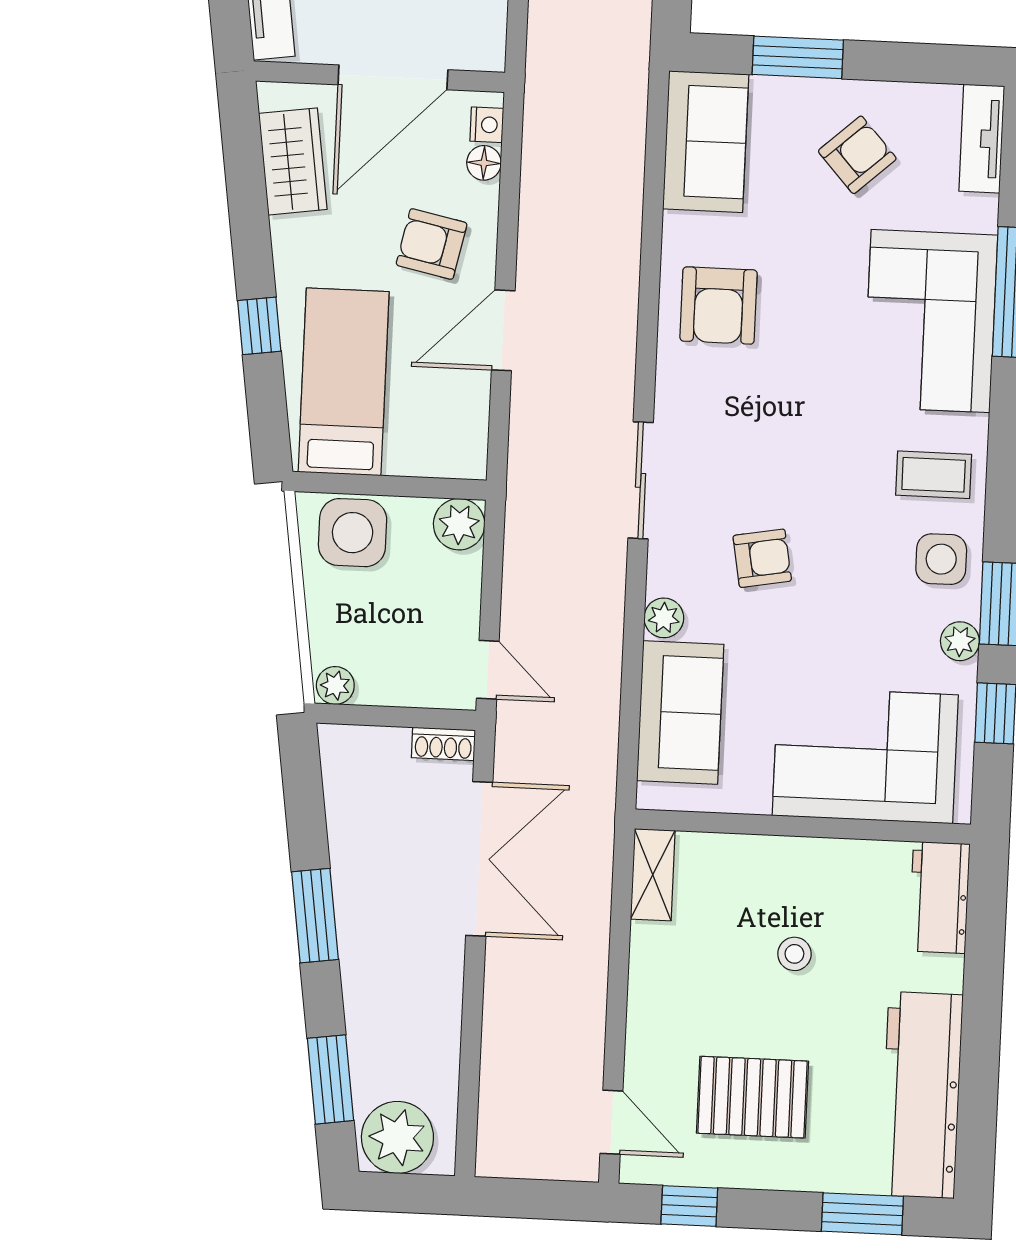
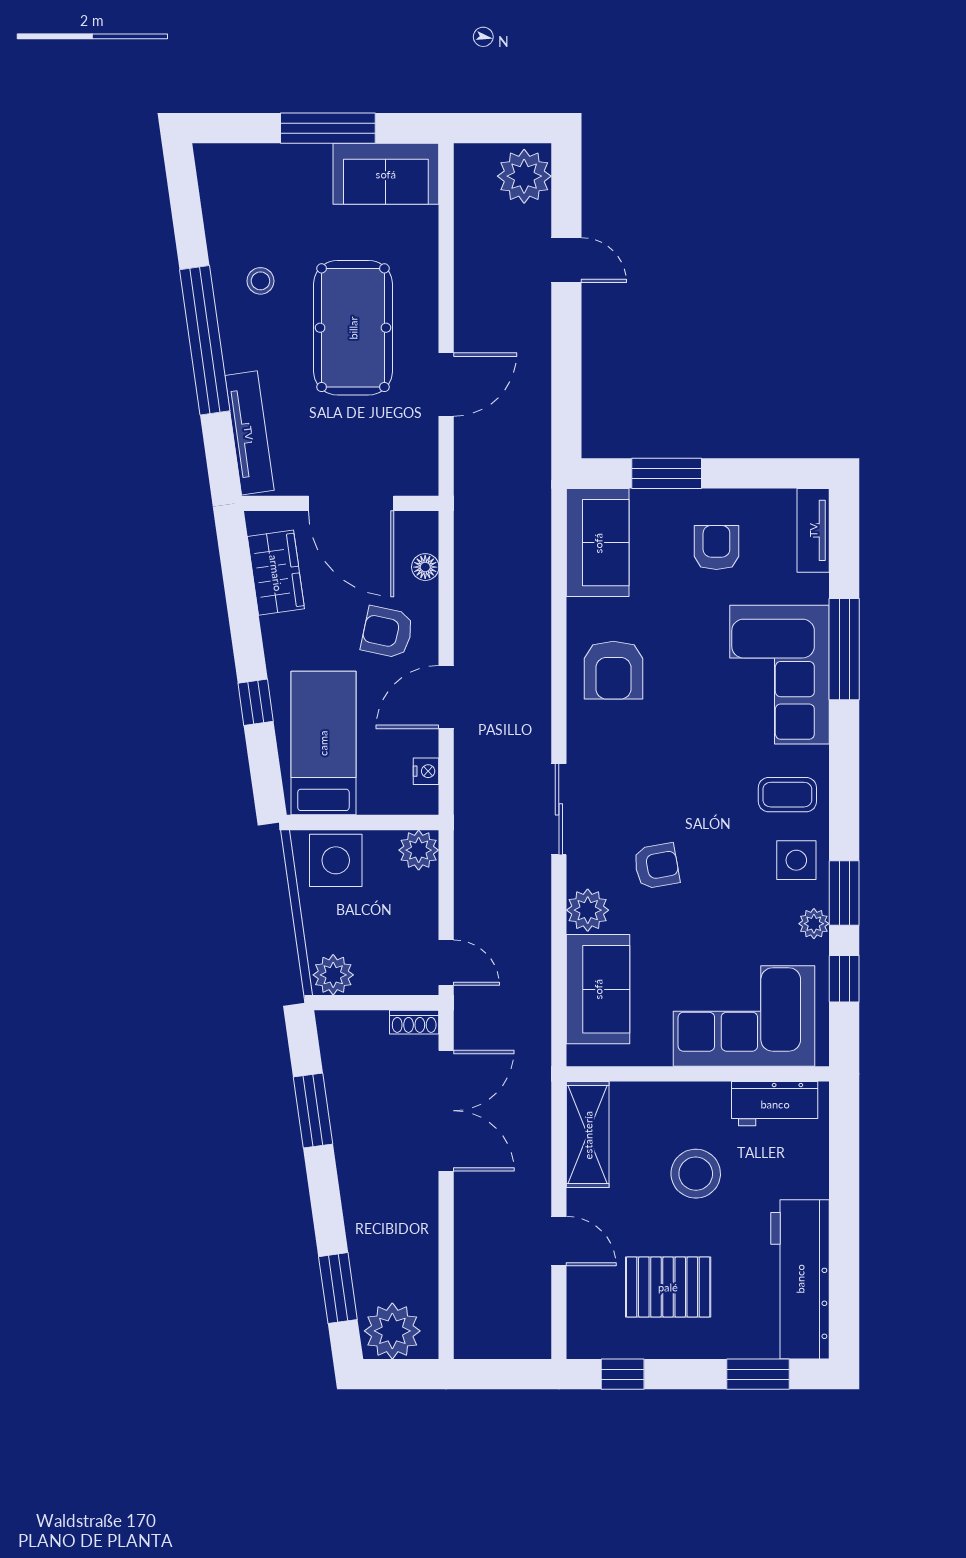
door: (393, 77) -> (351, 503), hinge flipped
nightstand: (487, 125) -> (426, 771), moved
armchair: (857, 155) -> (716, 548), turned -48
plant: (664, 618) -> (588, 910), width x1.38, depth x1.38
plant: (335, 685) -> (333, 975), width x1.38, depth x1.38
shelving: (653, 875) -> (588, 1135), width x1.50, depth x1.33
workbench: (939, 897) -> (775, 1104), moved, turned -90
window: (315, 916) -> (313, 1111), moved
stool: (794, 954) -> (696, 1174), width x1.89, depth x1.89
door: (611, 1122) -> (559, 1241), moved

